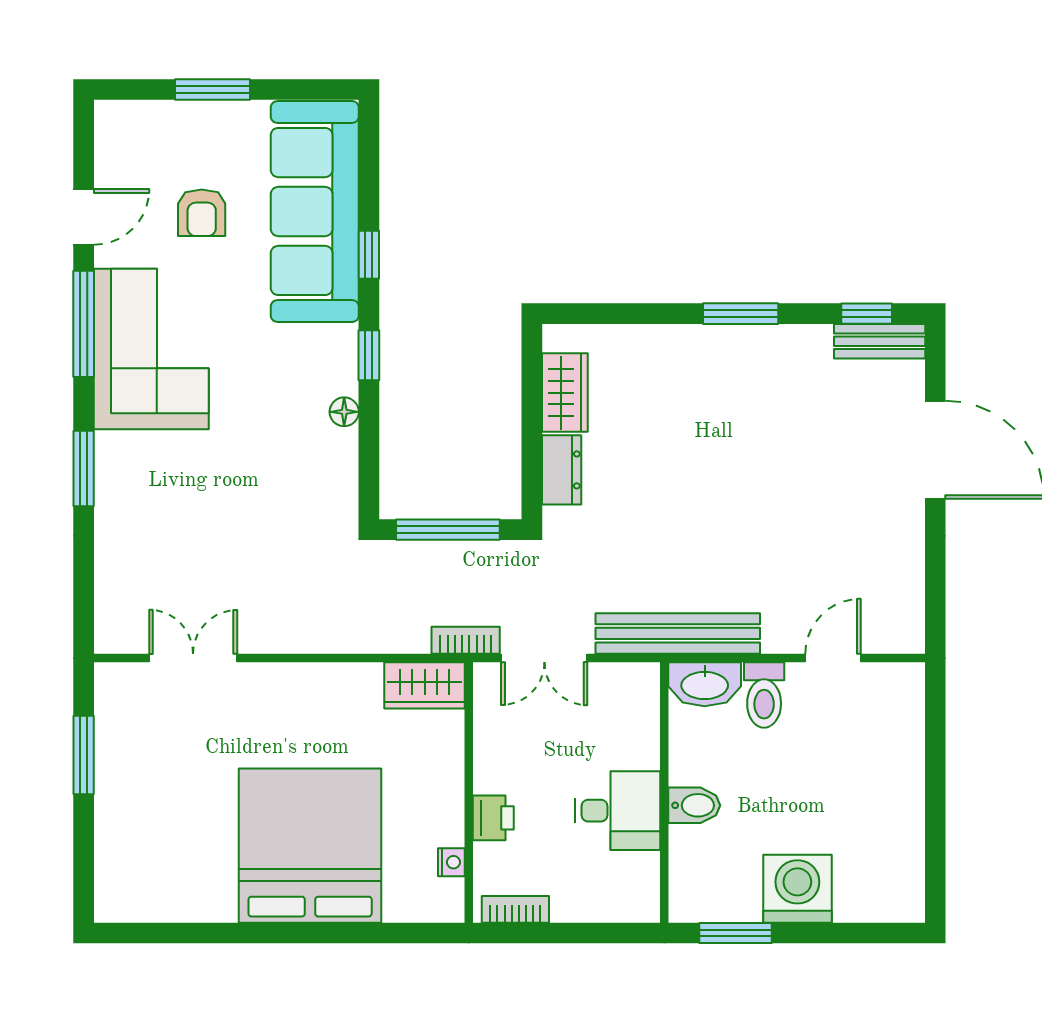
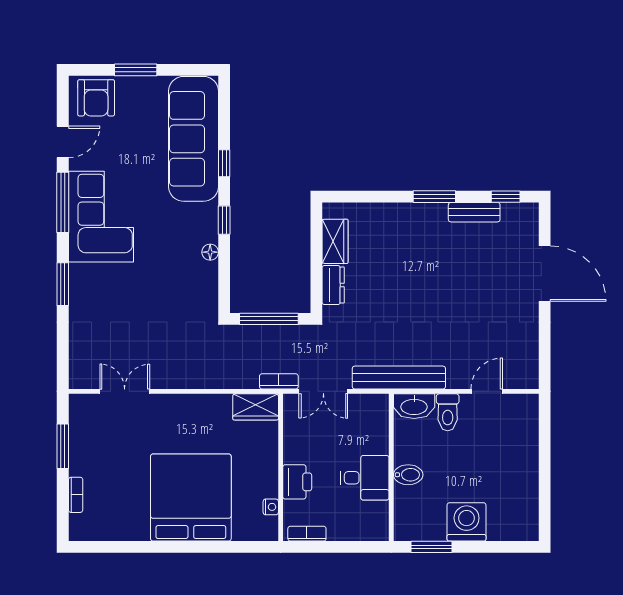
armchair: (202, 213) -> (96, 98), moved, width x1.38, depth x1.38
bench: (880, 341) -> (474, 212), moved
printer: (493, 818) -> (297, 482), width x1.36, depth x1.24
bookcase: (106, 841) -> (76, 495), added

